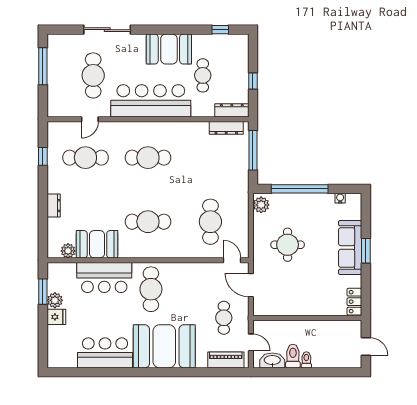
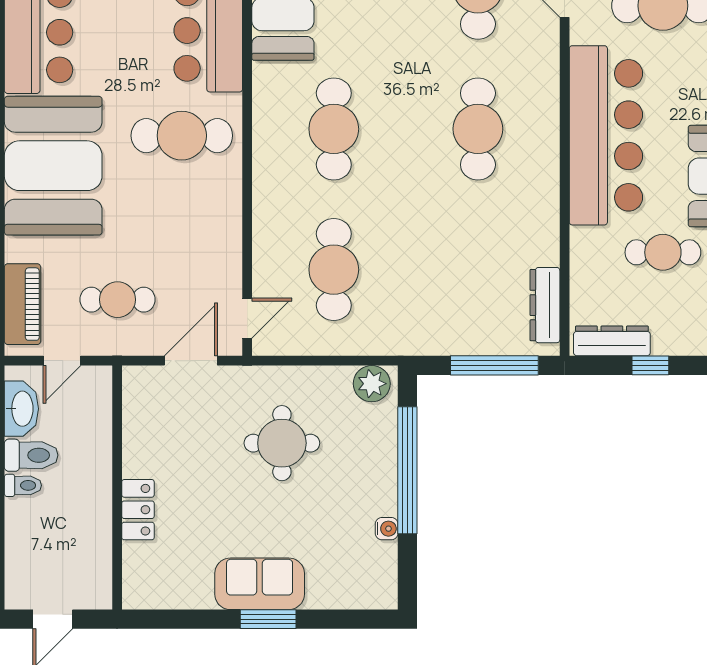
dresser: (232, 110) -> (612, 341), moved, turned -90
water cooler: (340, 198) -> (387, 529), moved
cafe table: (210, 222) -> (334, 270), turned 90
sofa: (350, 247) -> (260, 584), width x0.73
locker: (354, 302) -> (138, 510), moved, turned 90

